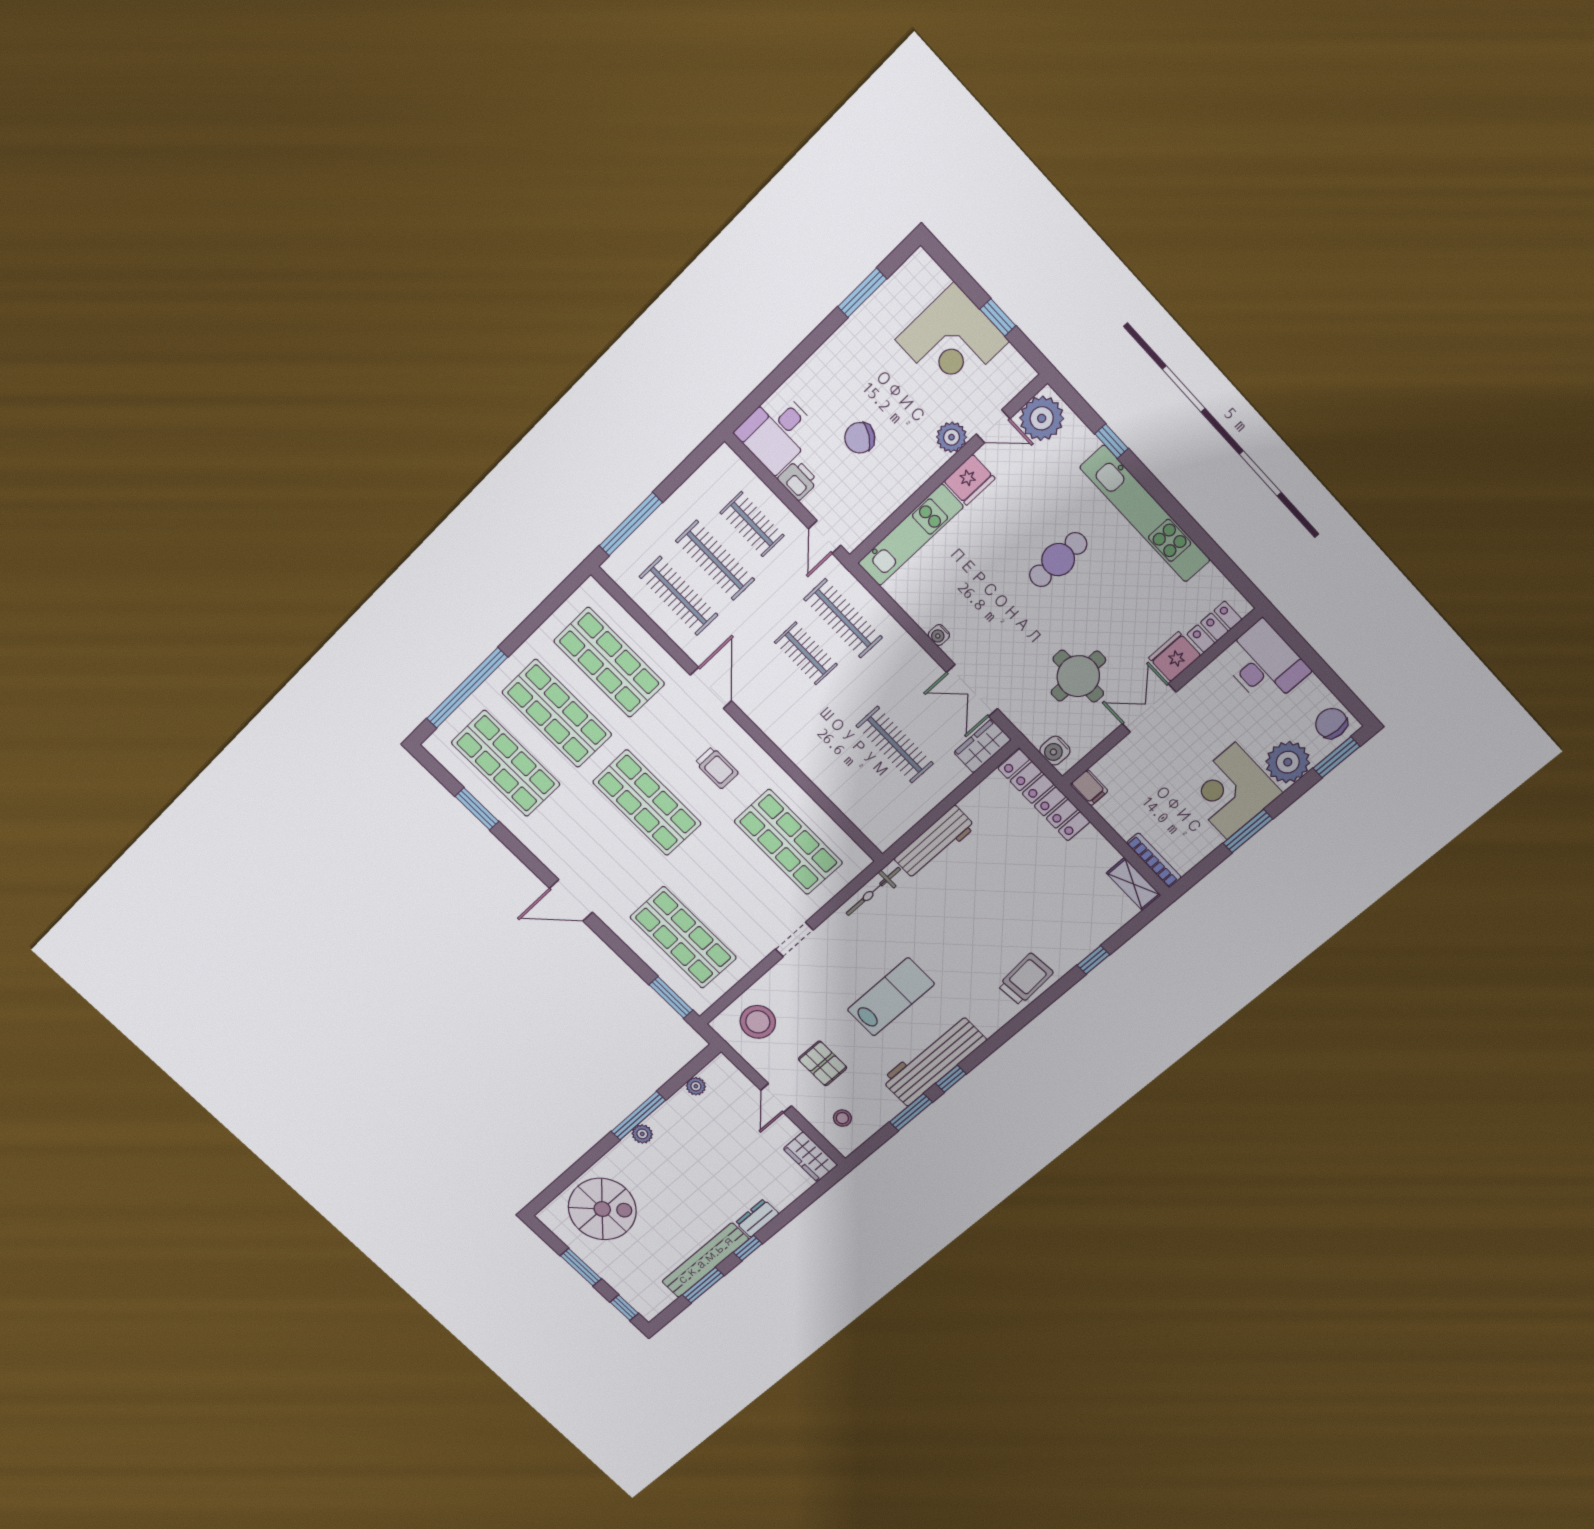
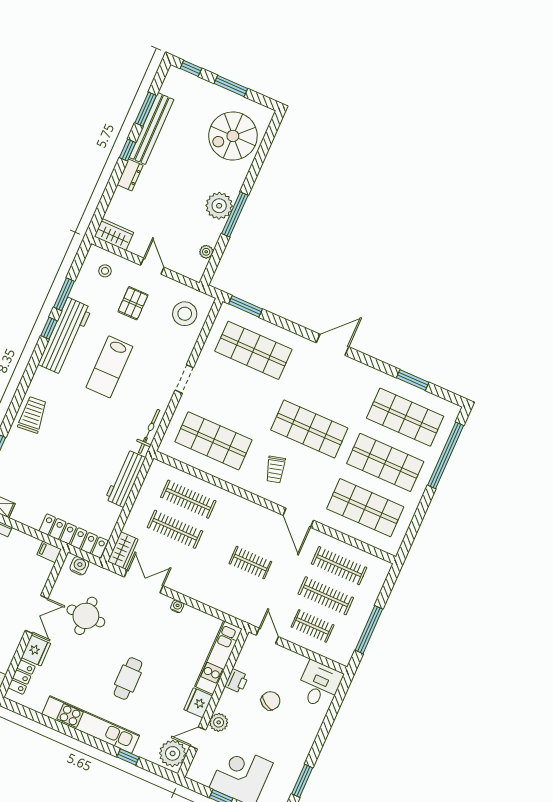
printer: (798, 480) -> (237, 681), moved, turned -90
window: (631, 524) -> (369, 630), moved
clothes rail: (843, 618) -> (188, 499), moved
trolley: (717, 768) -> (275, 469), turned -105
trolley: (1026, 979) -> (33, 415), turned 180
pallet: (823, 1063) -> (133, 303), turned 90
plant: (642, 1134) -> (219, 206), width x1.87, depth x1.87

